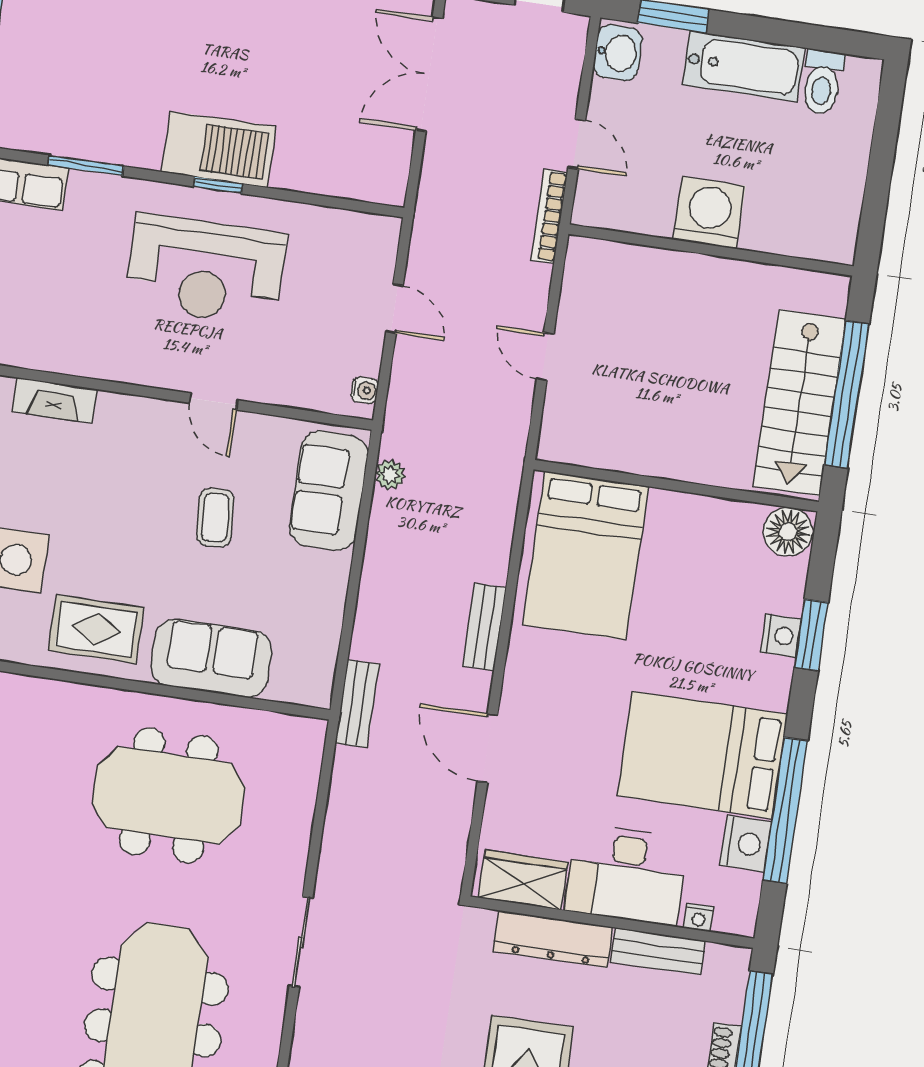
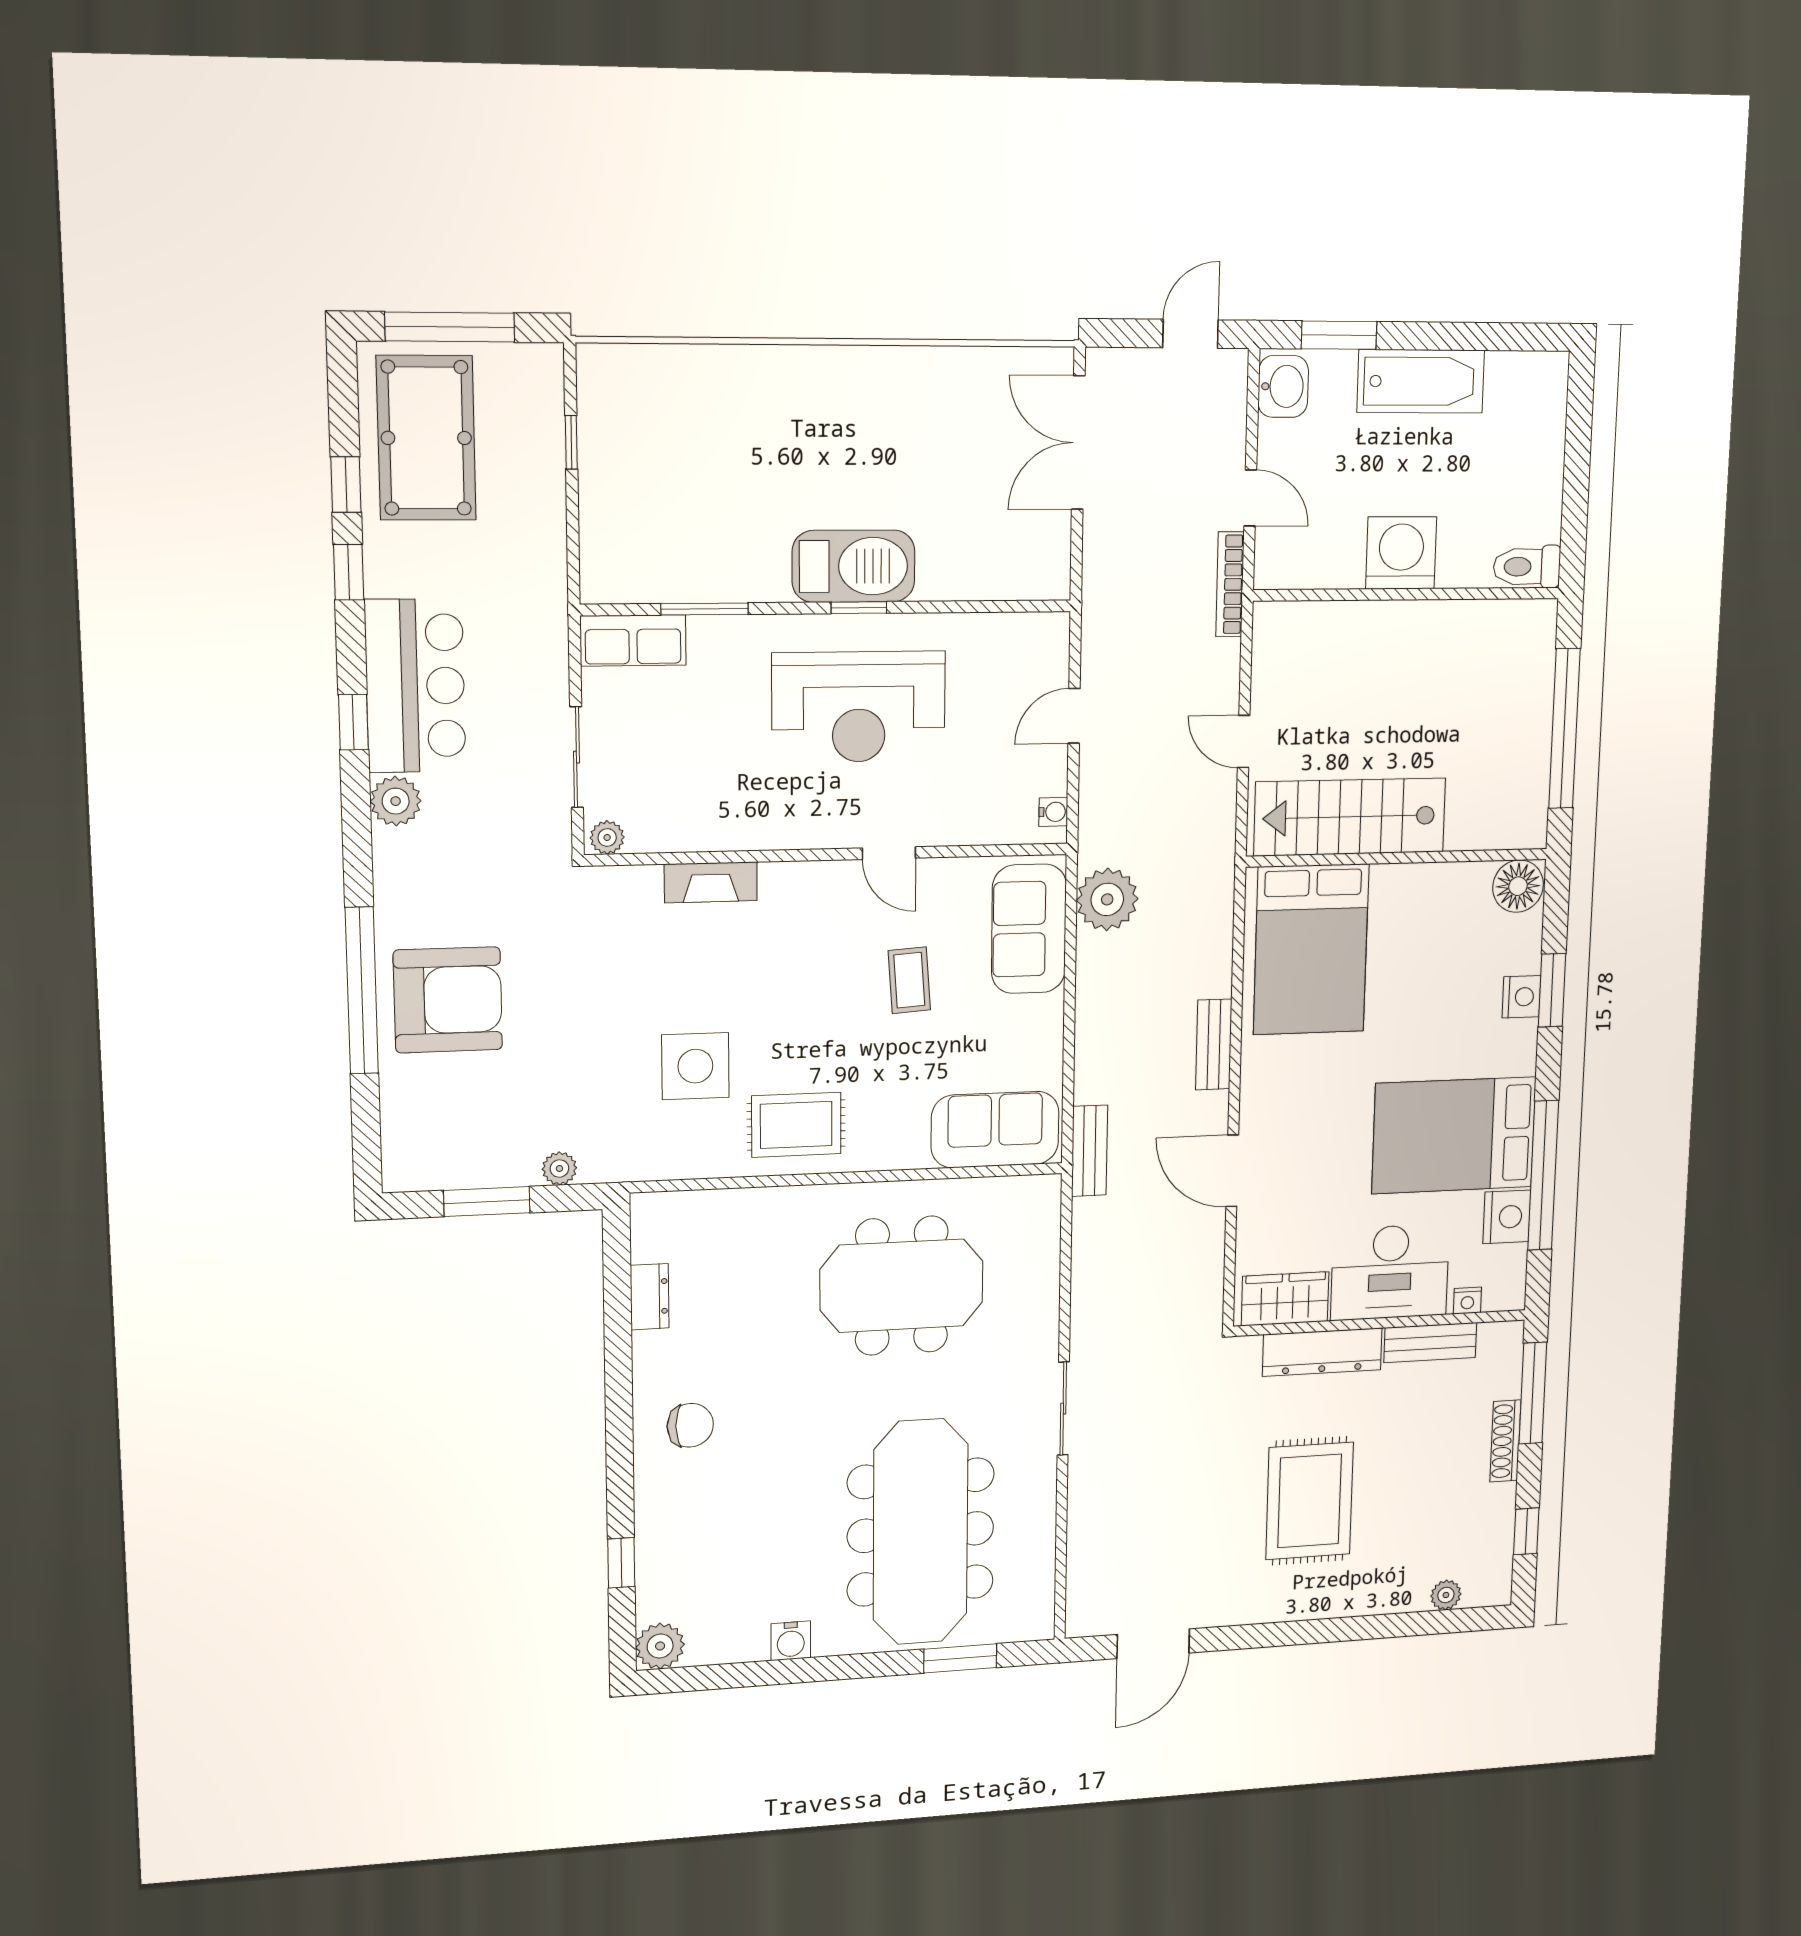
toilet: (822, 82) -> (1527, 567), moved, turned 90
door: (394, 309) -> (1074, 716), swing flipped
stairs: (800, 402) -> (1350, 817), moved, turned 90
plant: (390, 475) -> (1107, 899), width x1.88, depth x1.88
sofa: (211, 658) -> (995, 1130), moved

